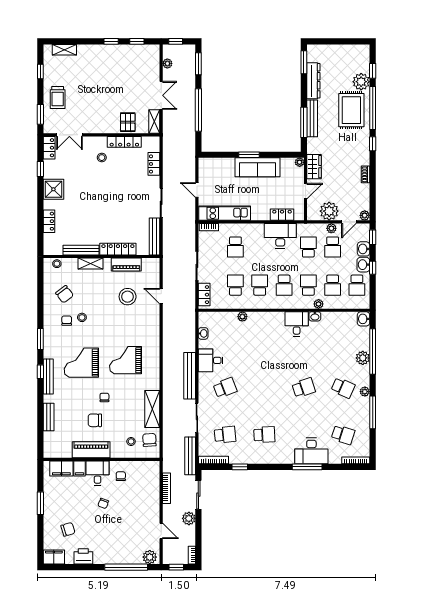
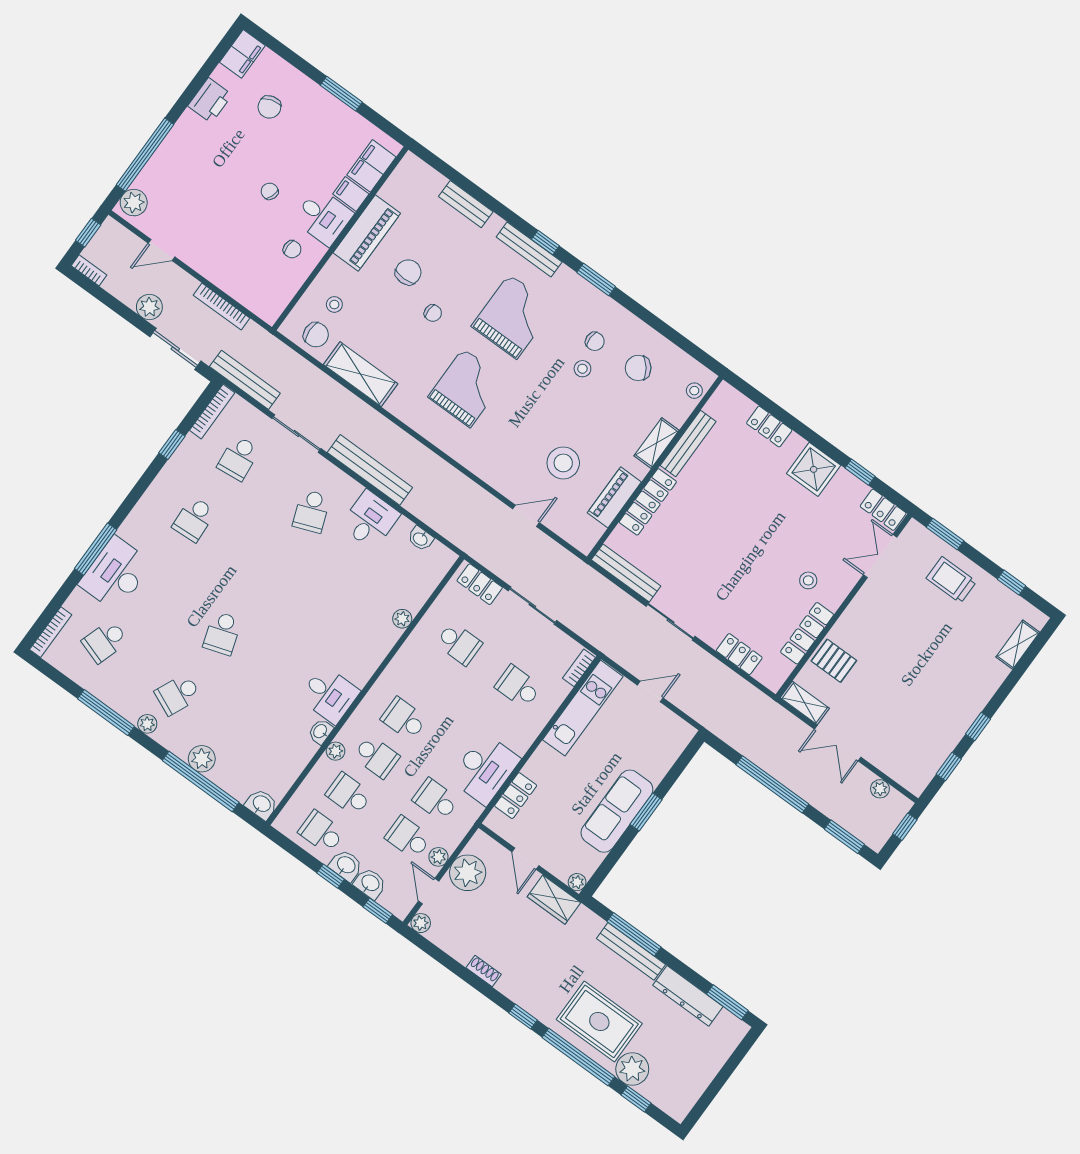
school desk: (308, 247) -> (436, 800), turned 180
school desk: (260, 285) -> (431, 681), removed

